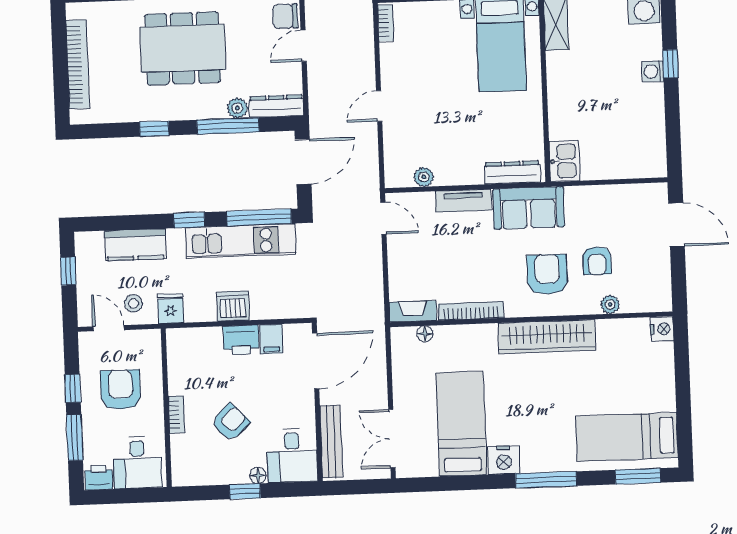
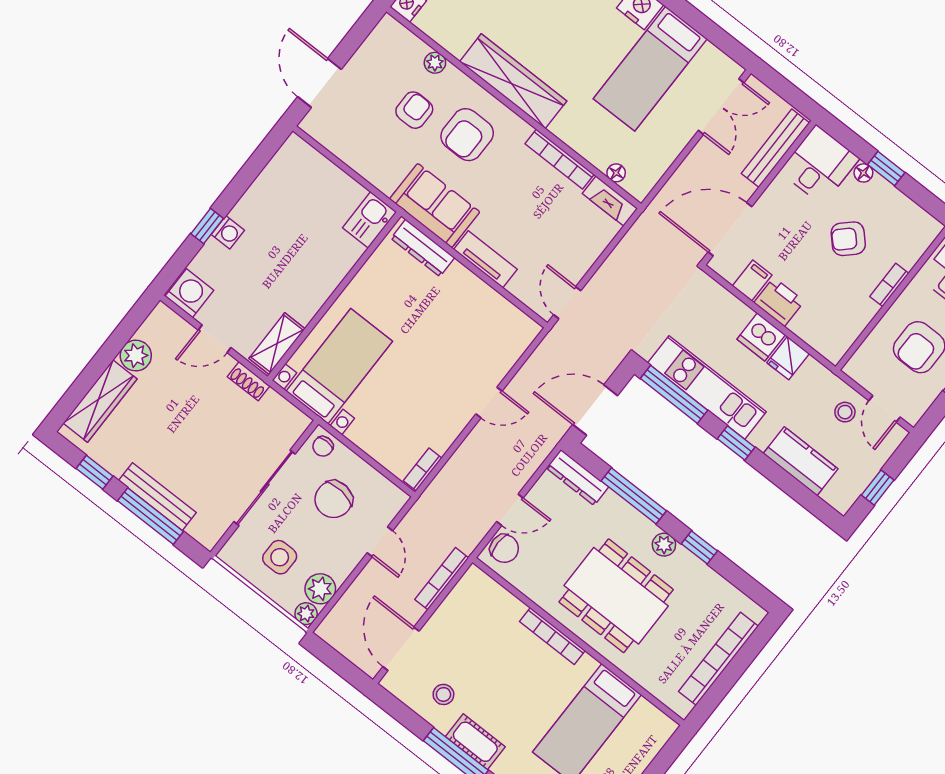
plant: (237, 108) -> (664, 545), moved
plant: (424, 177) -> (502, 309), removed
fridge: (171, 308) -> (788, 358), moved

